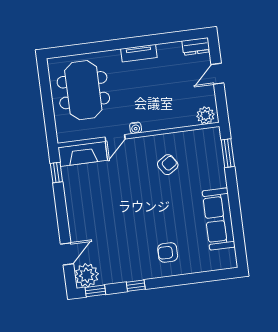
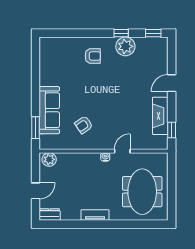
fireplace: (83, 154) -> (160, 116), moved, turned -90
sofa: (219, 219) -> (49, 110), moved
door: (67, 254) -> (172, 83), moved
plant: (87, 275) -> (125, 46), moved

